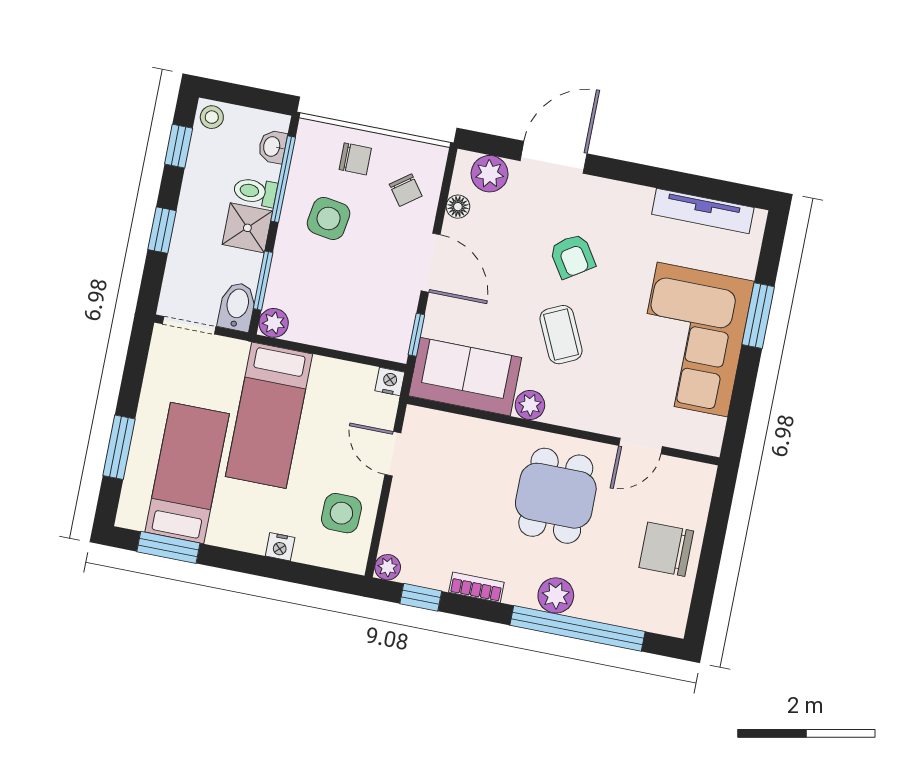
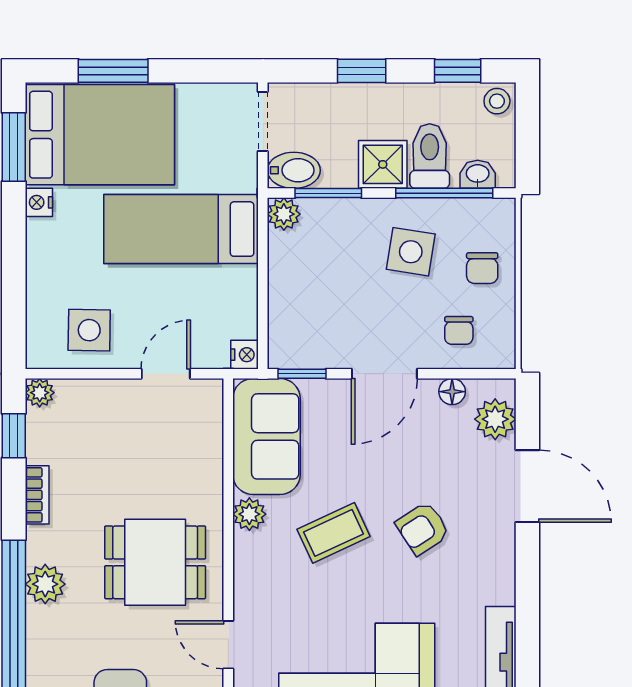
chair: (406, 190) -> (459, 330), turned -54
toilet: (255, 192) -> (430, 156), width x1.37, depth x1.39
bed: (187, 473) -> (100, 135), width x1.50
nightstand: (280, 547) -> (39, 202), moved

